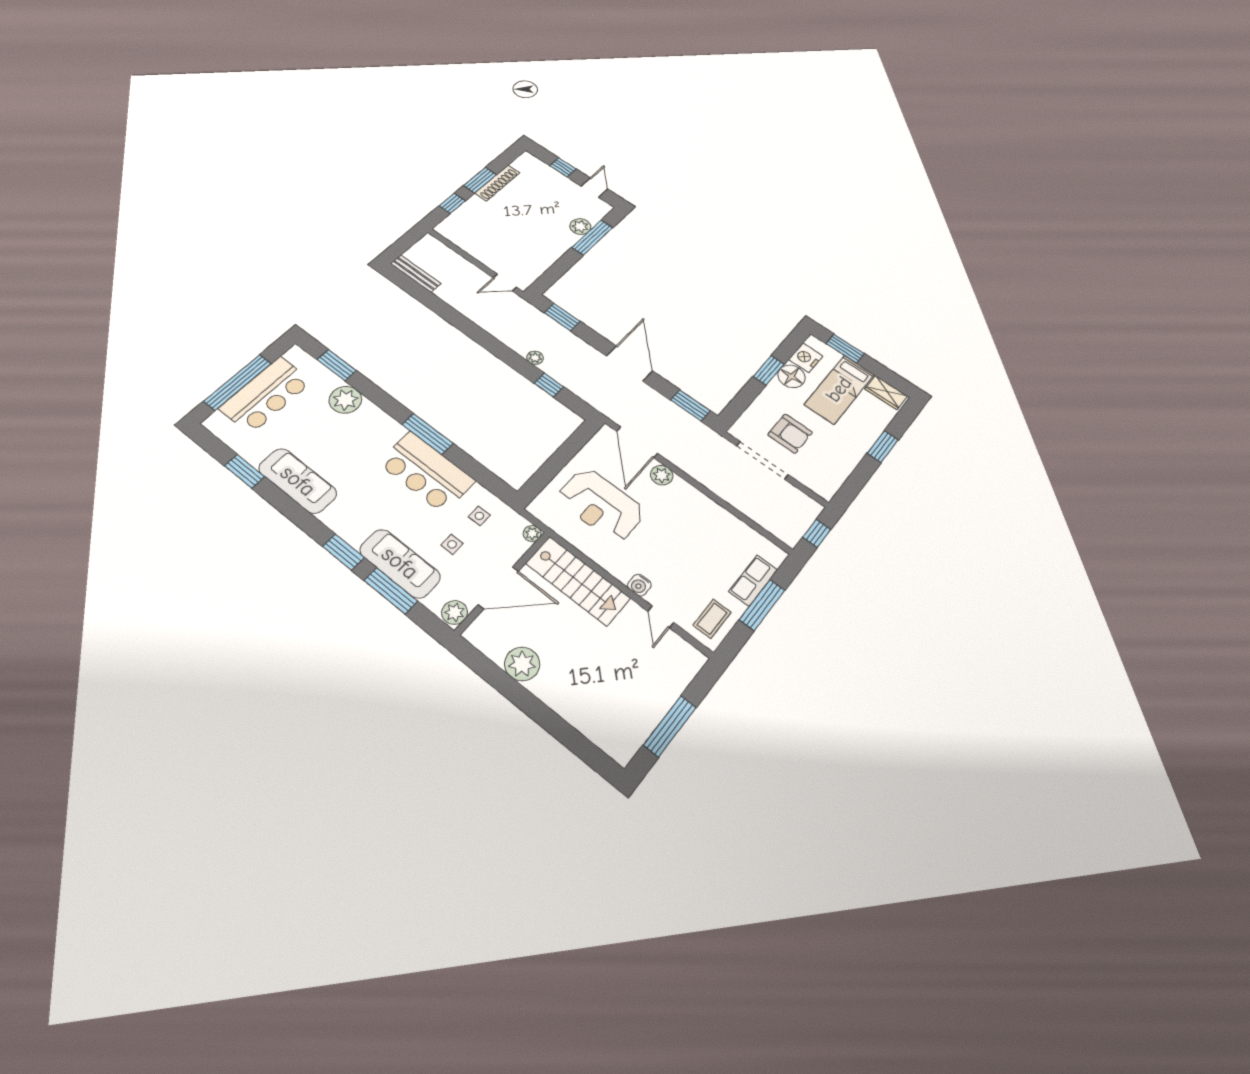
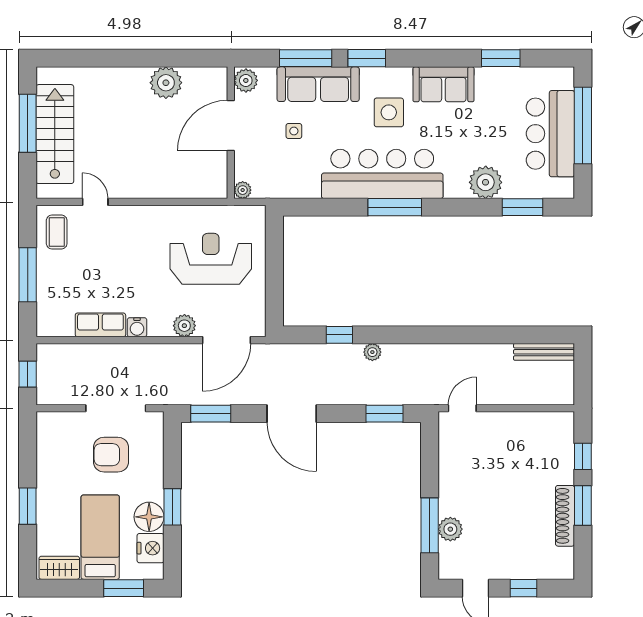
door: (637, 442) -> (227, 340), swing flipped
bar counter: (426, 472) -> (382, 174), width x1.36
sofa: (298, 481) -> (443, 84), width x0.73
side table: (479, 516) -> (389, 112), moved, width x1.87, depth x1.87
stairs: (578, 581) -> (55, 134), moved, turned 90
row of seats: (753, 581) -> (100, 325), moved, turned -90
water cooler: (639, 585) -> (137, 327), moved, turned 180

